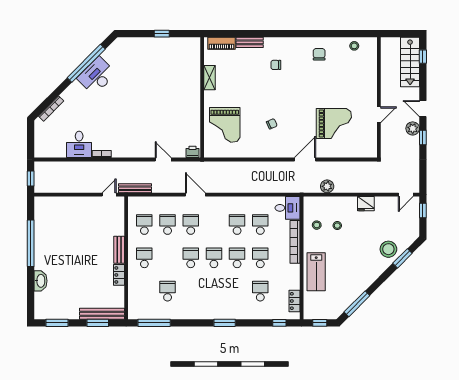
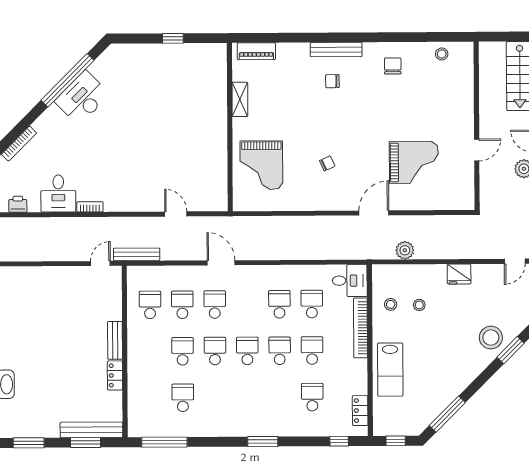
bench: (250, 42) -> (336, 50), moved, width x1.36
printer: (192, 152) -> (18, 204), moved
school desk: (144, 258) -> (183, 351), moved

